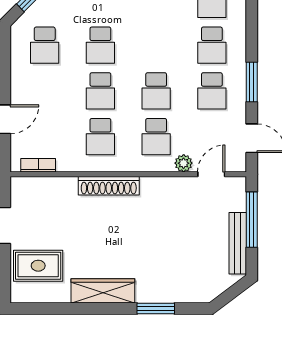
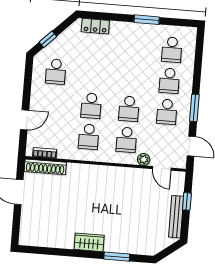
school desk: (100, 45) -> (94, 75), removed
door: (211, 174) -> (162, 168), swing flipped
shoe rack: (109, 186) -> (45, 167), moved
window: (252, 220) -> (187, 201), width x0.46
rug: (38, 266) -> (39, 221), removed
wardrobe: (103, 291) -> (89, 242), width x0.67

